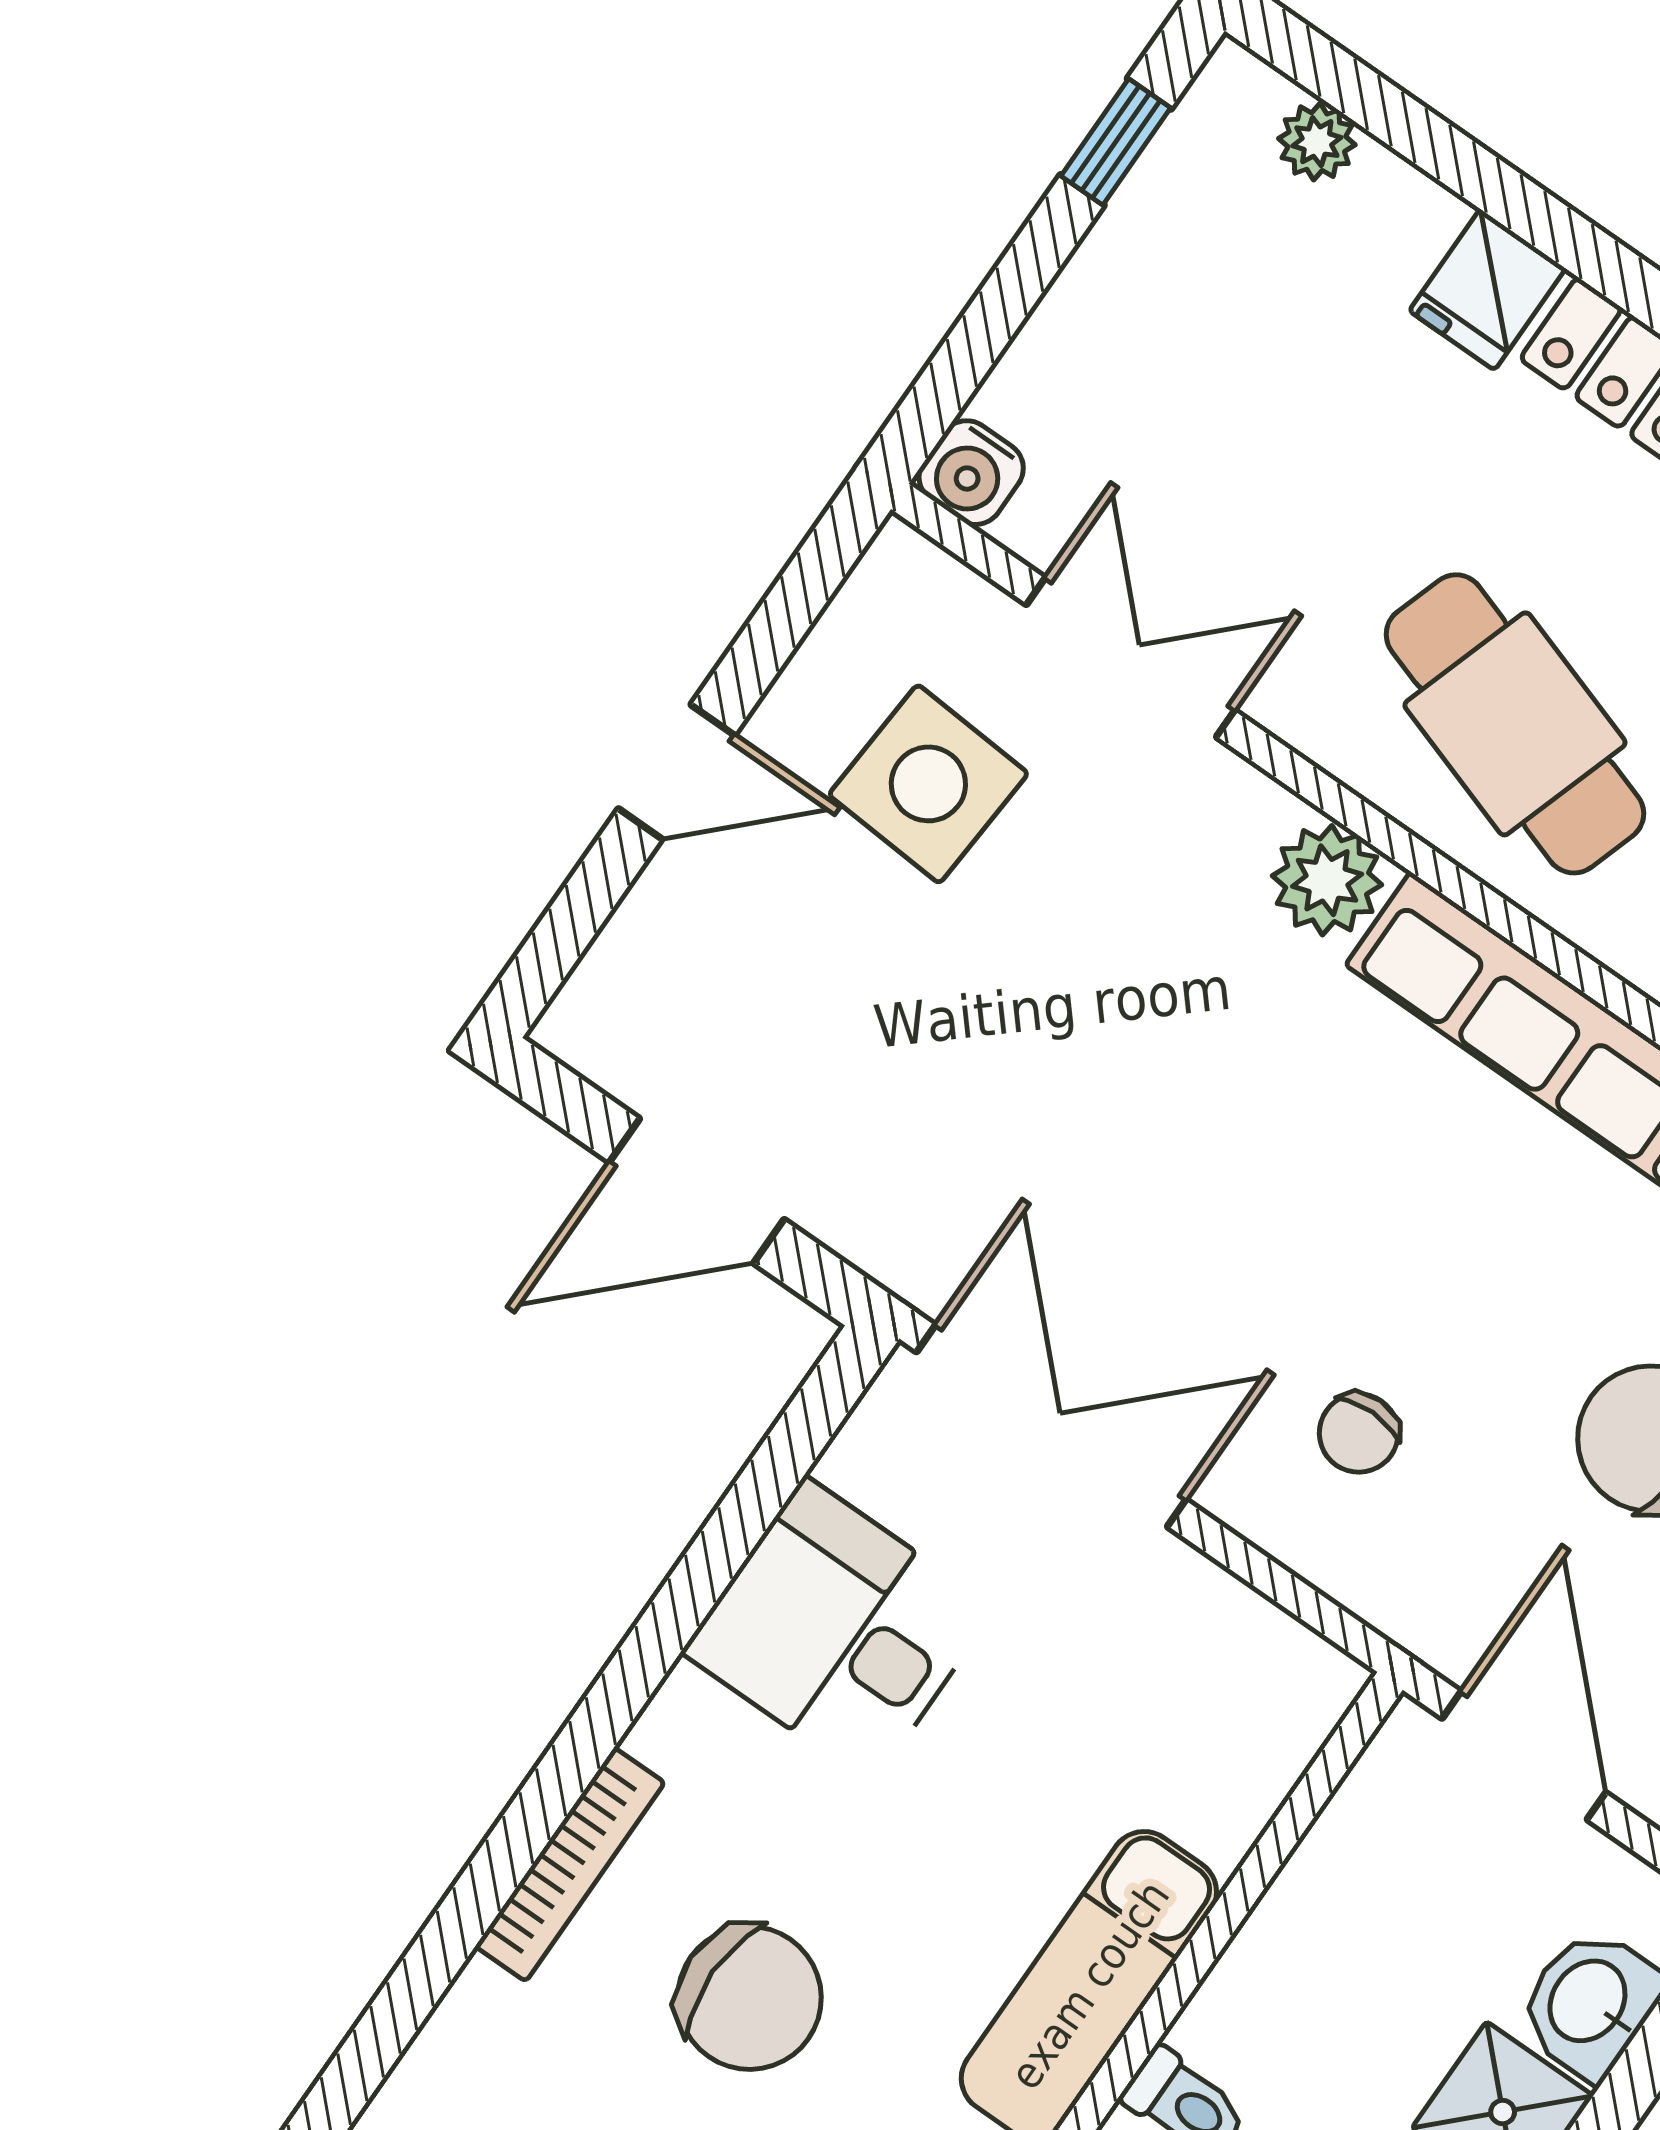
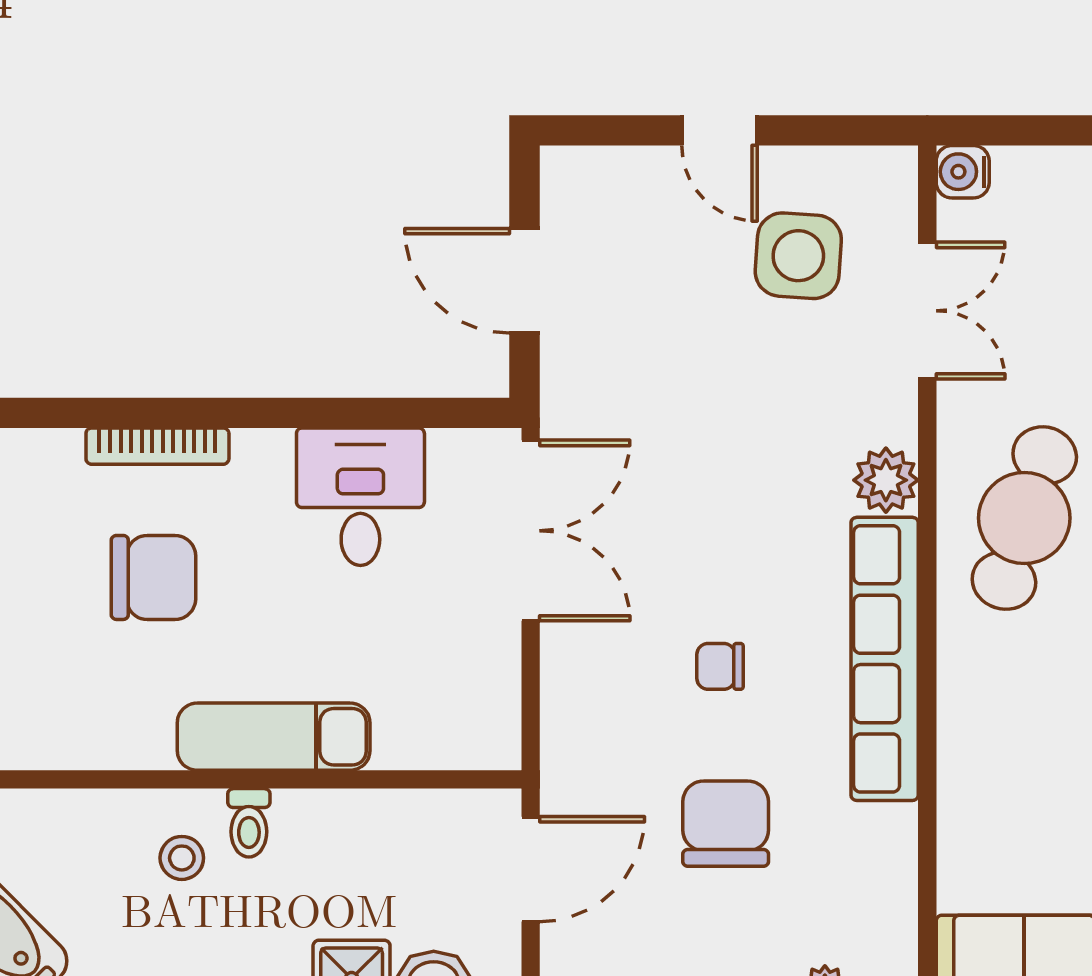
chair: (1359, 1433) -> (720, 666), moved
chair: (750, 1998) -> (153, 577), turned -90

